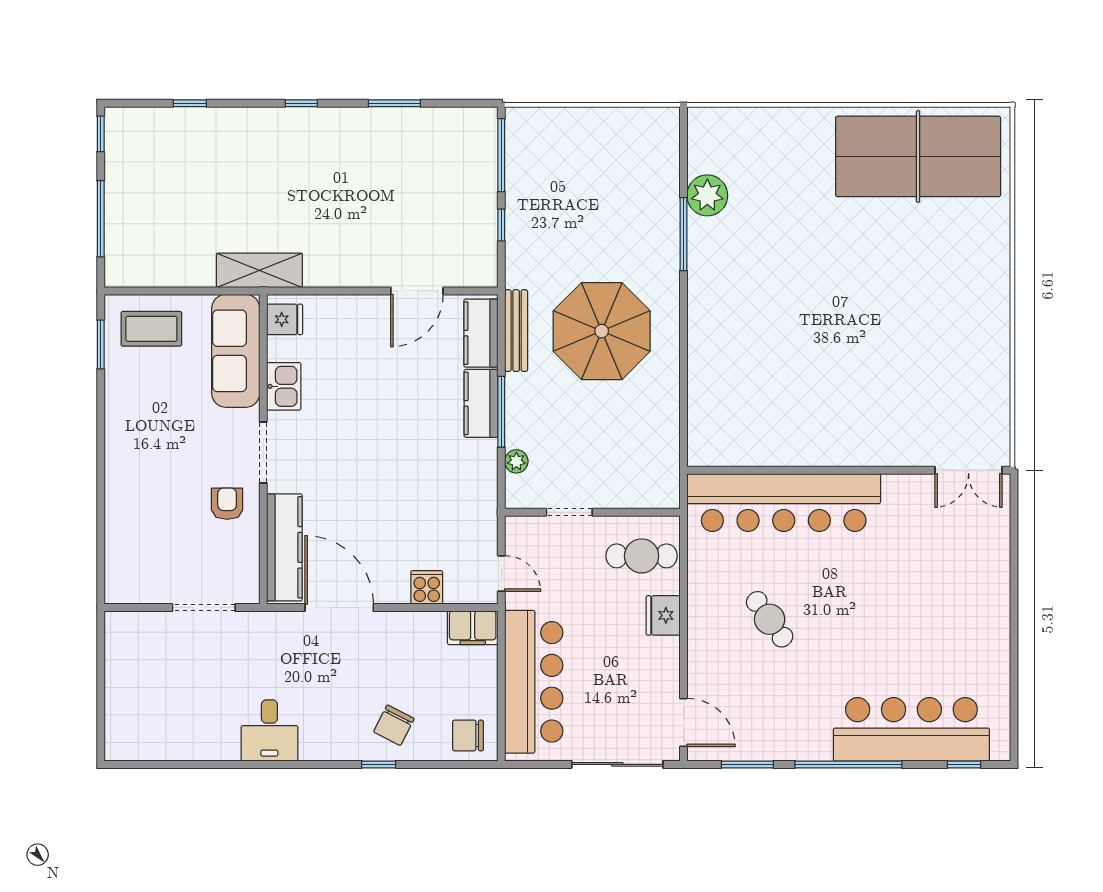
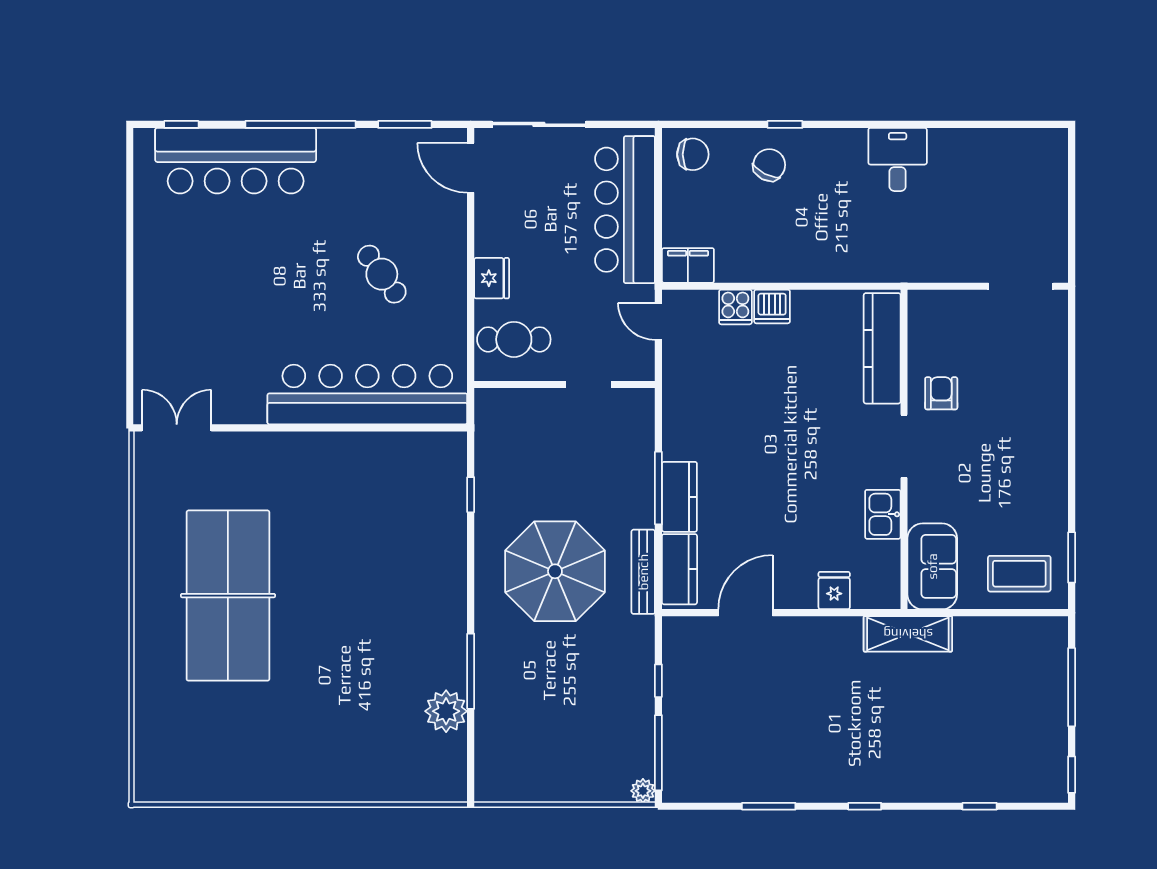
table tennis table: (918, 156) -> (228, 596), moved, turned 90
fridge: (285, 319) -> (834, 591), moved, turned 90
sofa: (236, 351) -> (932, 566), width x0.73
window: (683, 405) -> (471, 495), added
plant: (516, 461) -> (643, 791), moved
armchair: (227, 504) -> (941, 393), turned 180
dishwasher: (391, 588) -> (772, 306), added
doorway: (204, 608) -> (1021, 286), moved
door: (339, 608) -> (826, 286), removed

